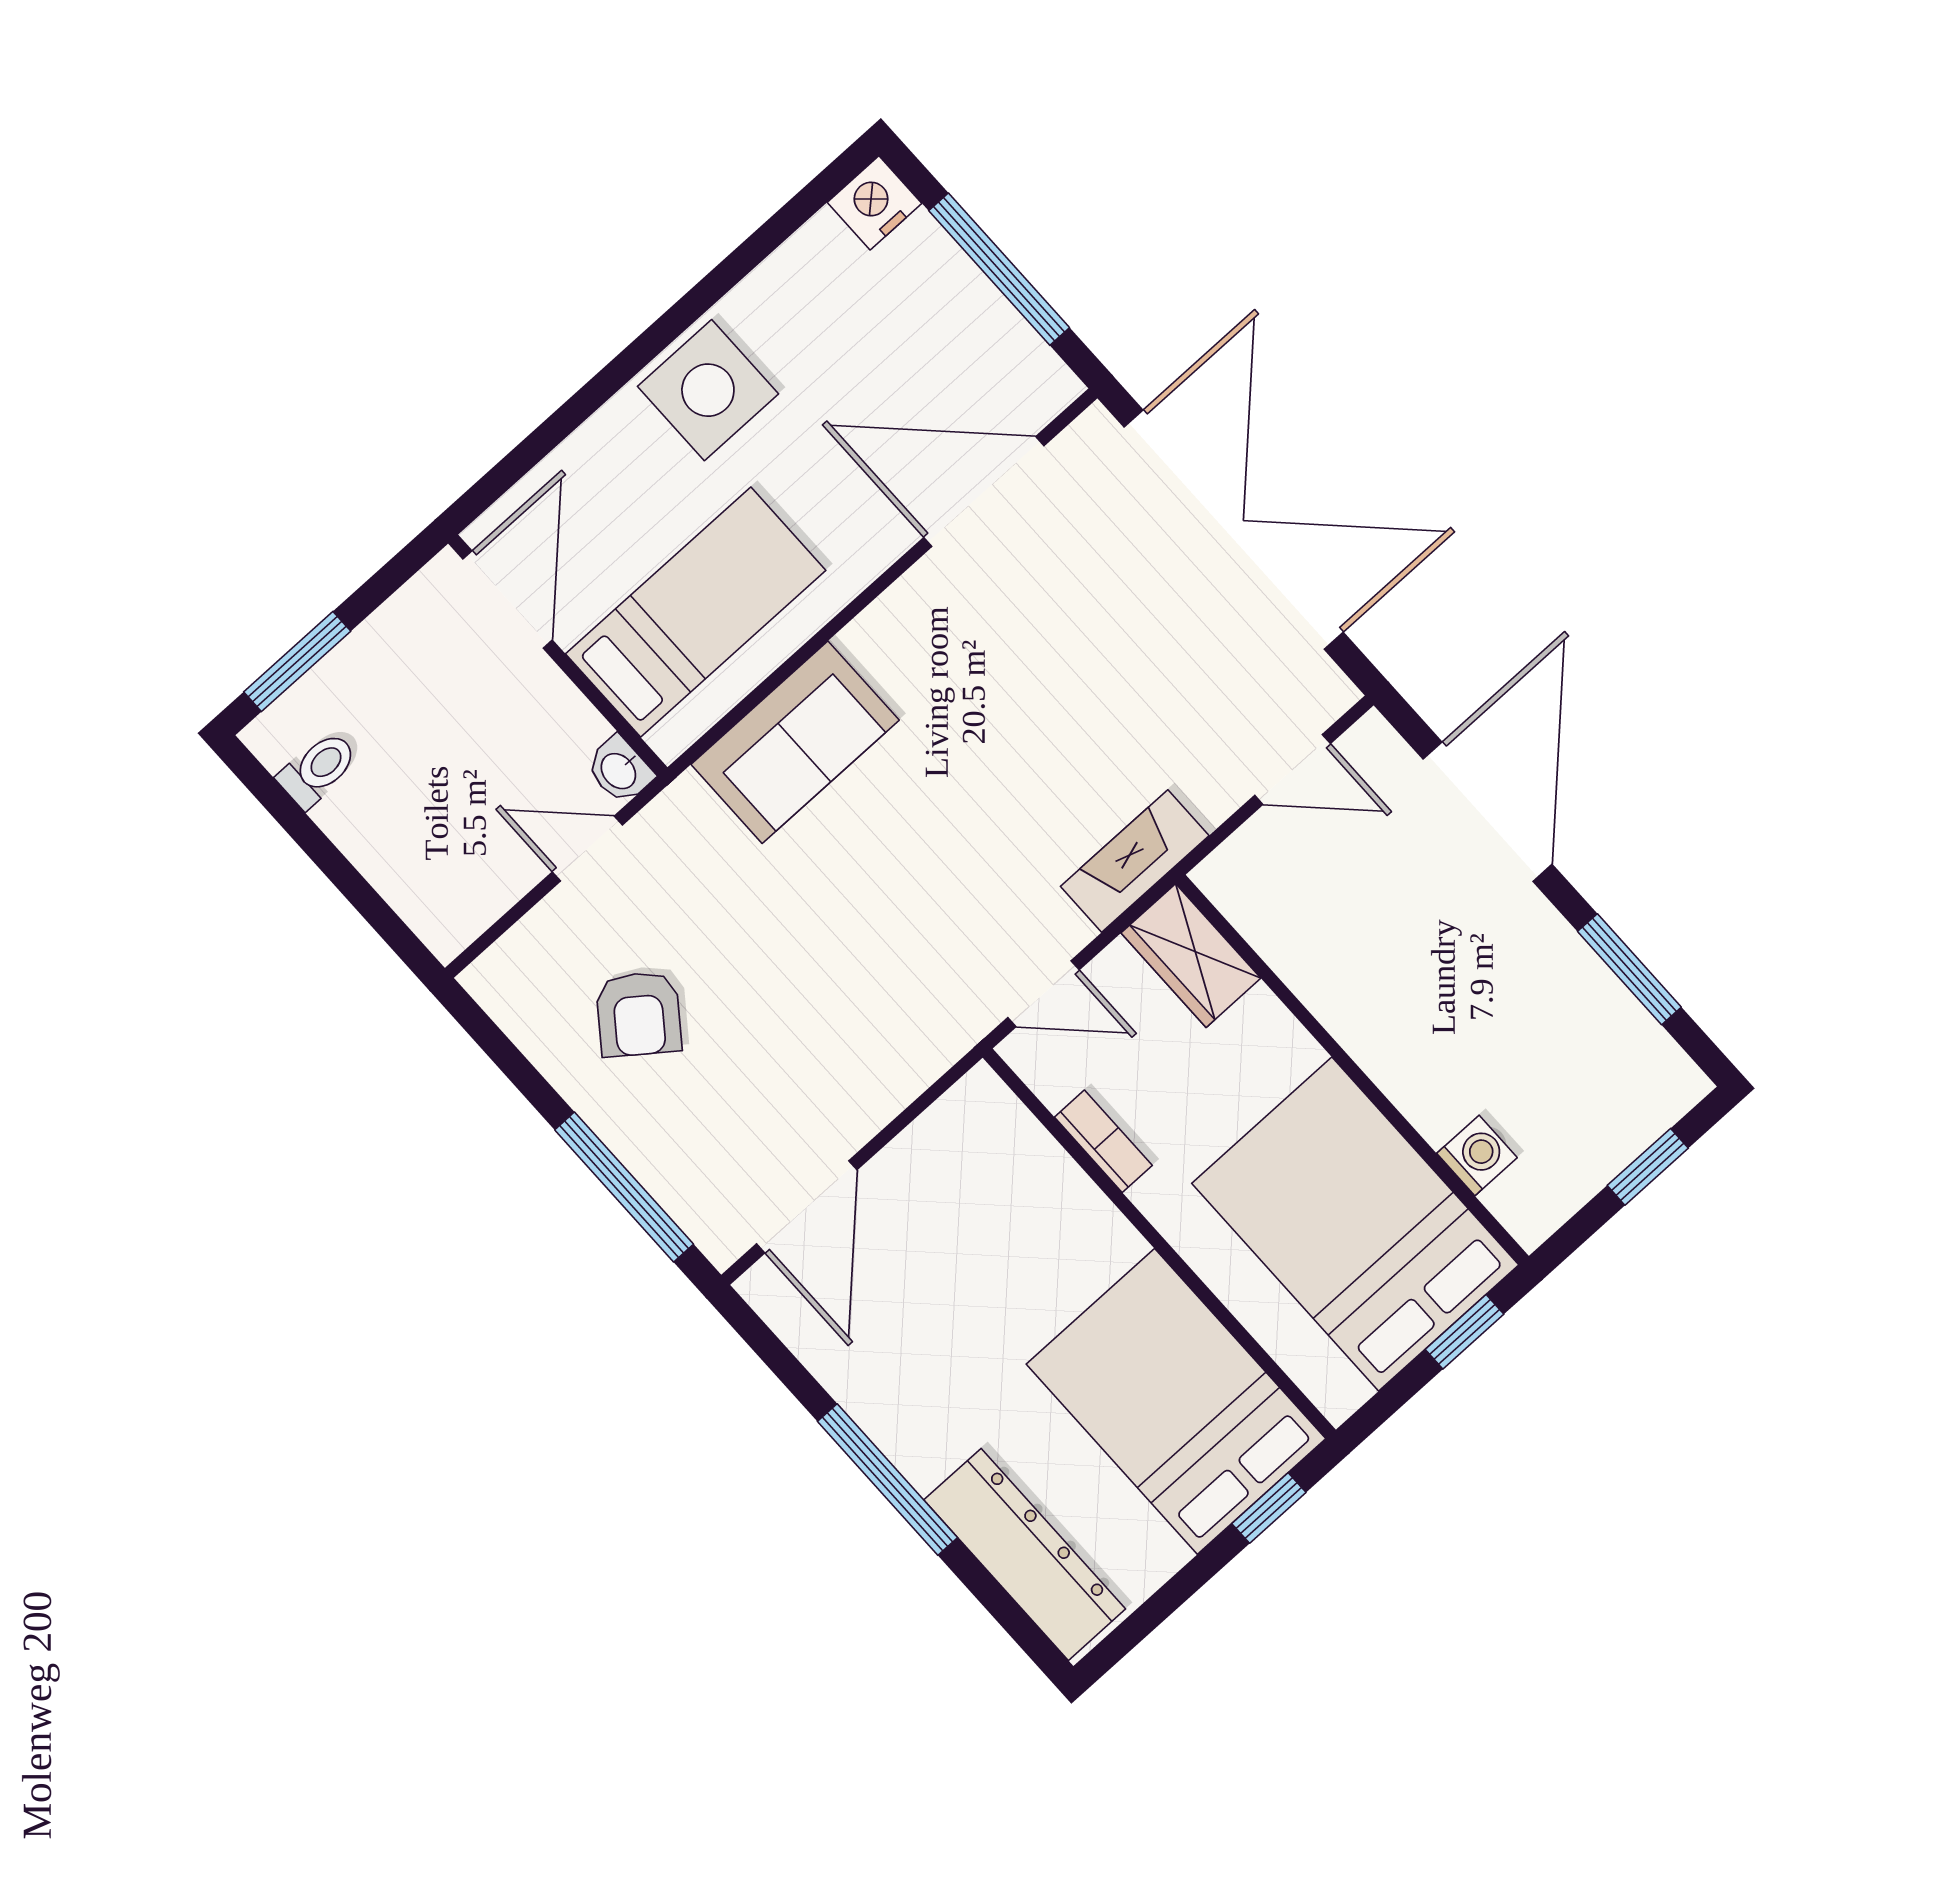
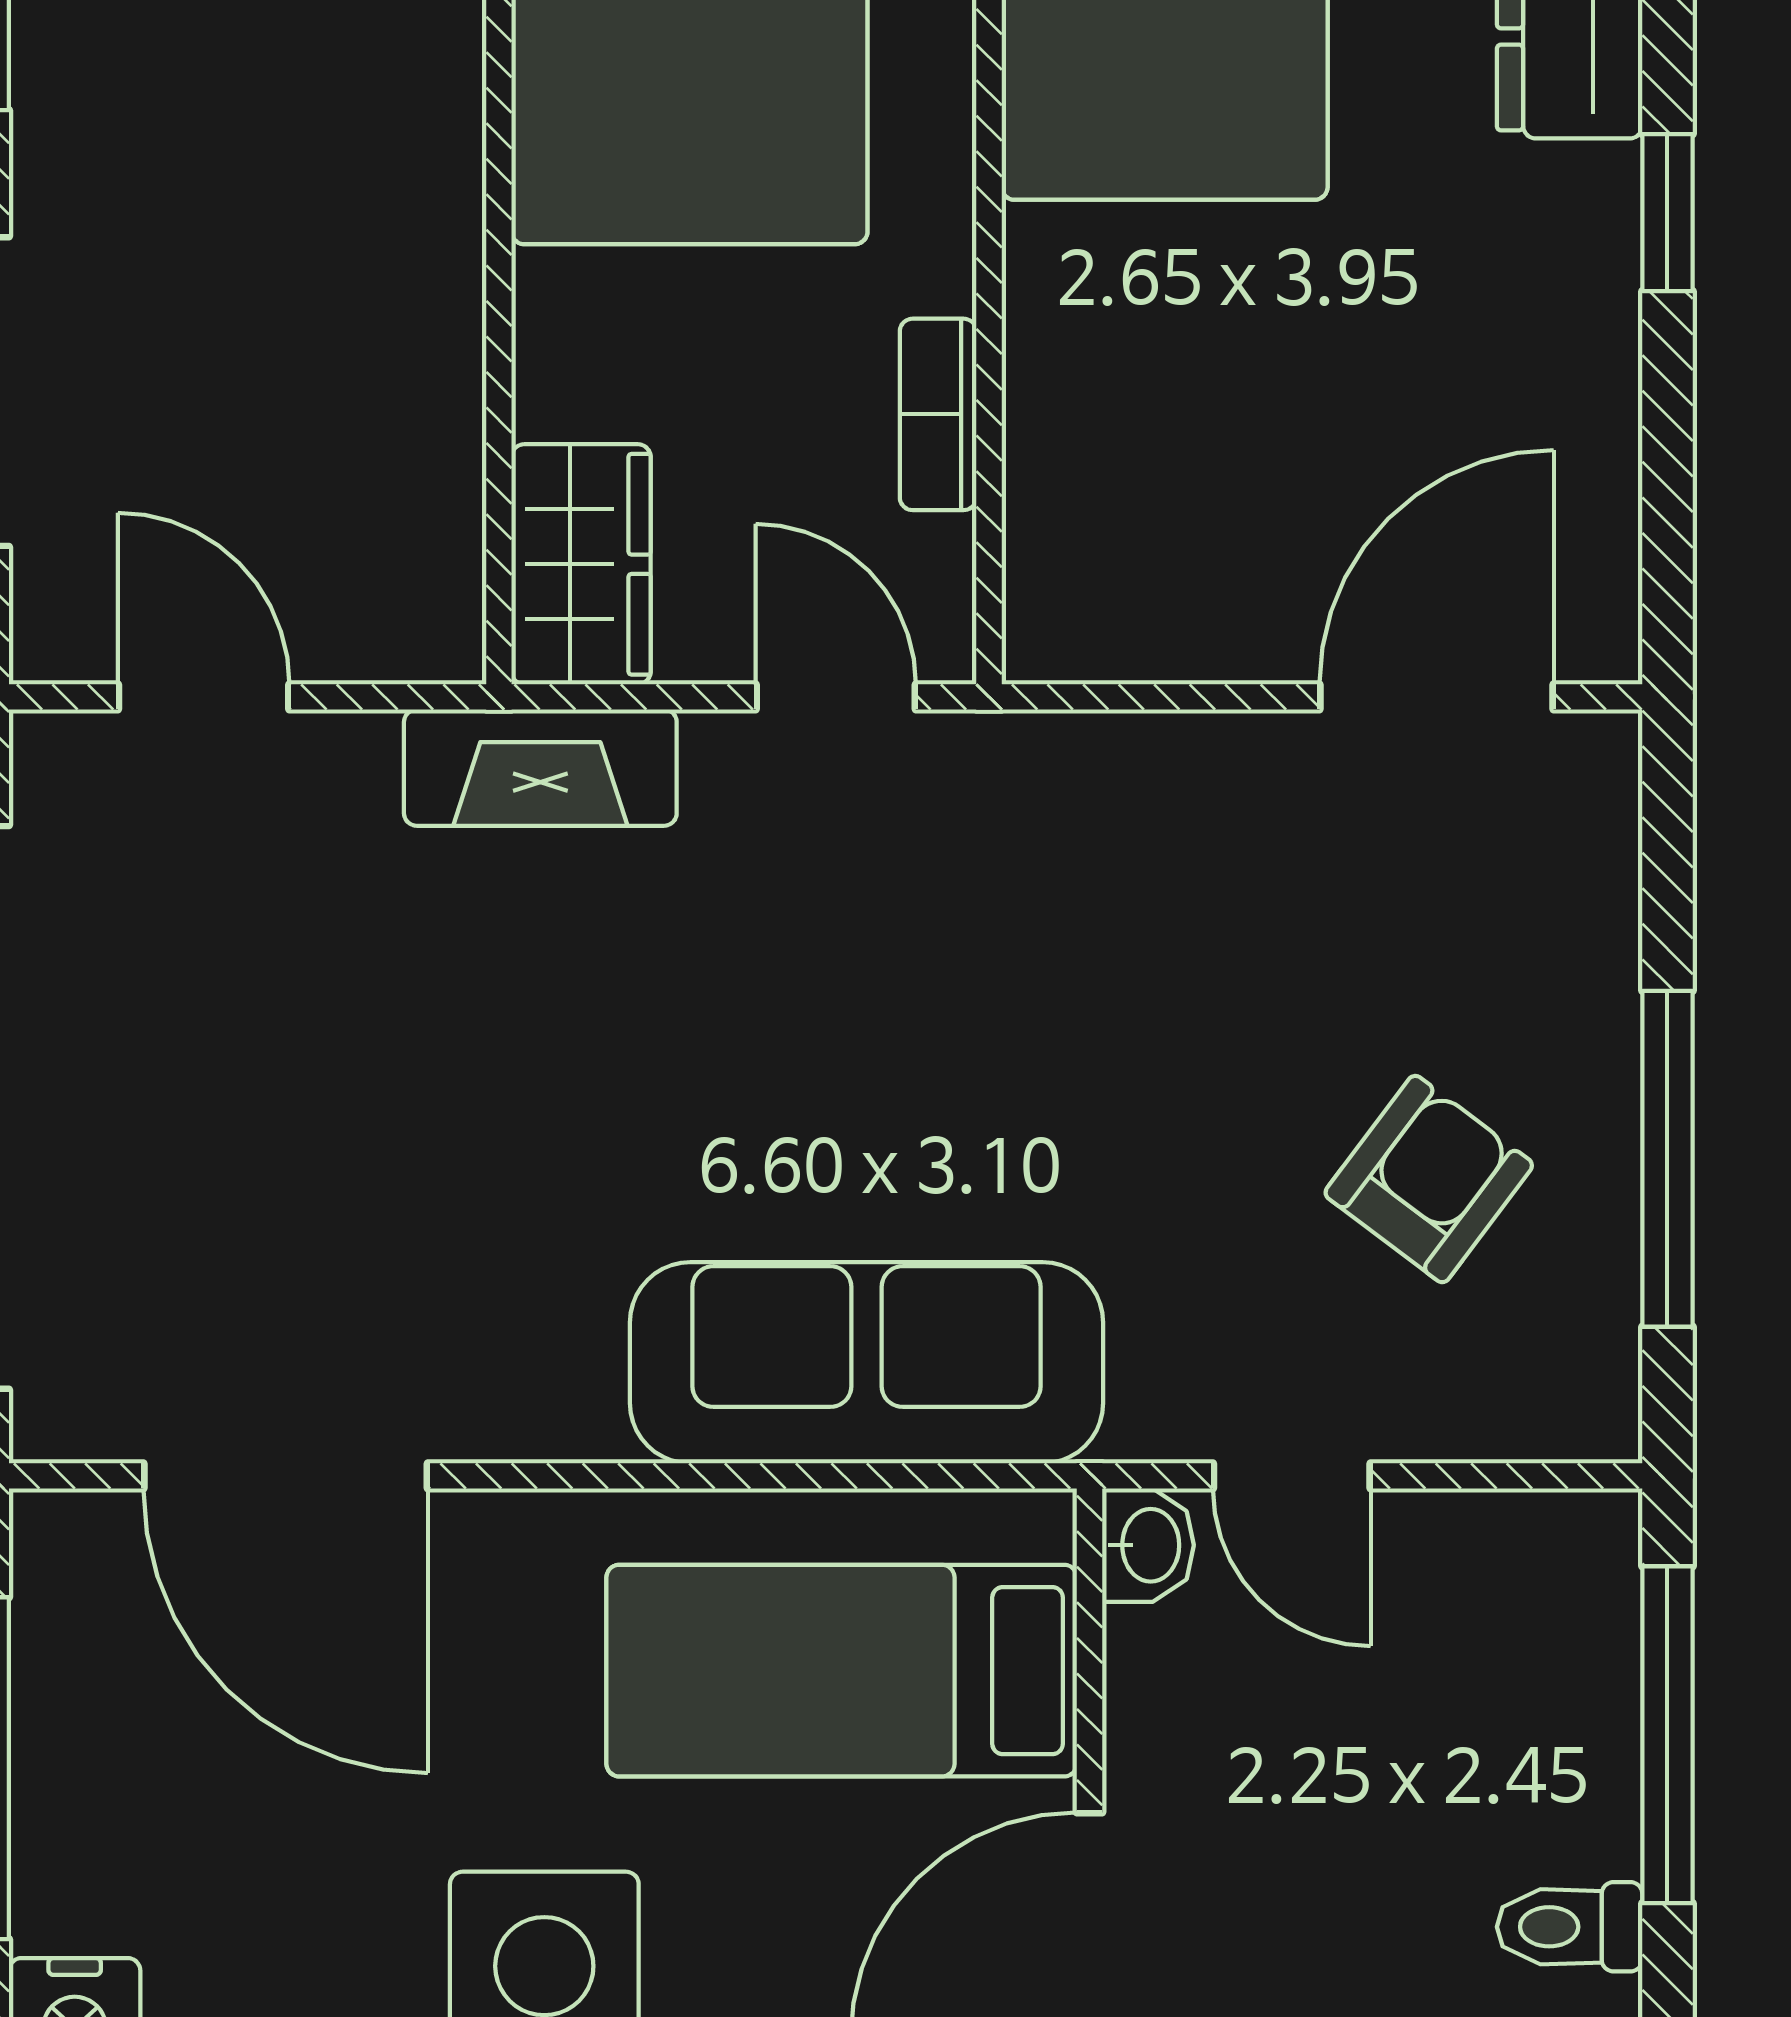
sofa: (795, 742) -> (867, 1363), width x1.36
window: (348, 880) -> (1667, 1735), added
window: (624, 1187) -> (1667, 1159), moved
window: (888, 1480) -> (1667, 213), width x0.46

